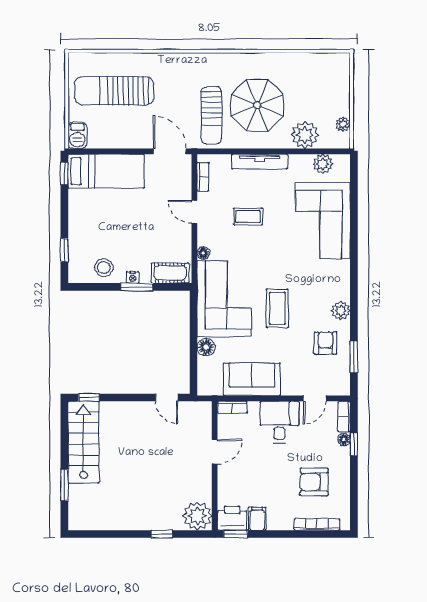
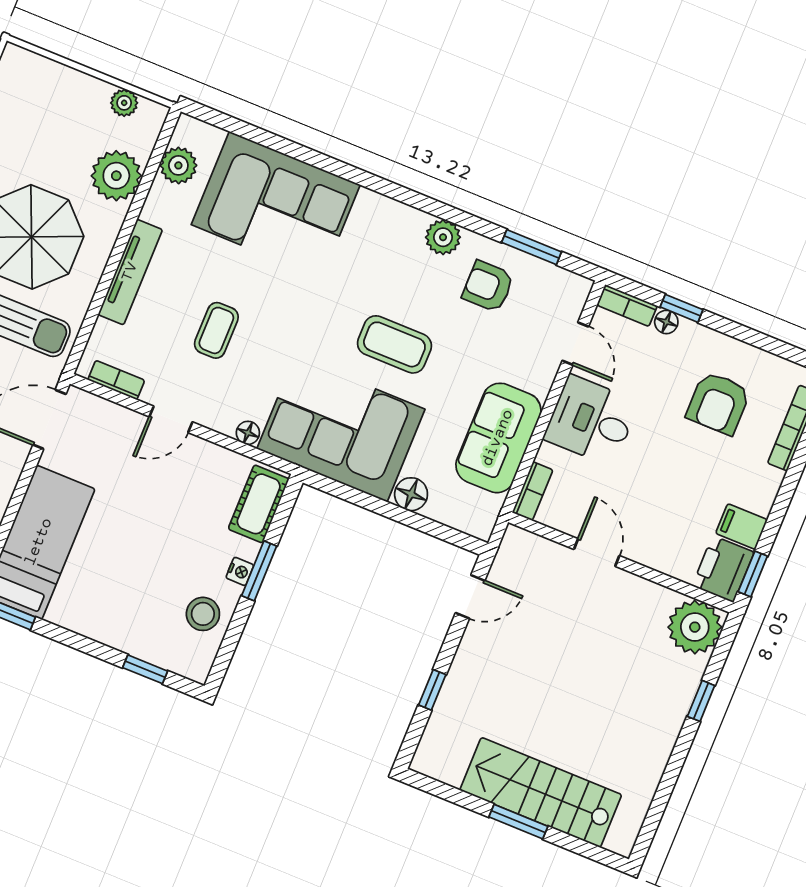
window: (89, 398) -> (432, 690), moved
stairs: (83, 442) -> (541, 792), moved
window: (64, 485) -> (518, 822), moved

